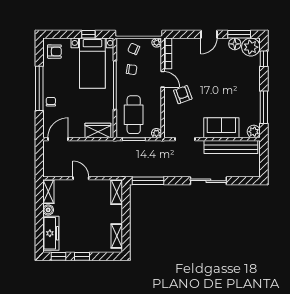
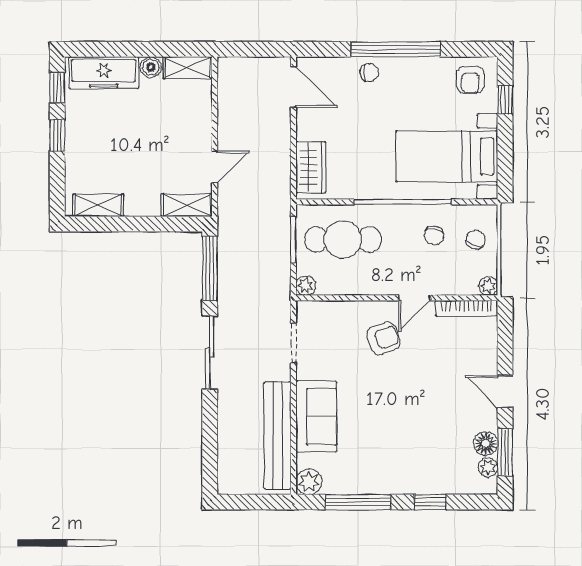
window: (88, 34) -> (505, 100), moved
plant: (251, 47) -> (488, 467), width x0.53, depth x0.53
window: (264, 59) -> (430, 502), moved
door: (81, 178) -> (215, 167), moved
sliding door: (208, 181) -> (210, 353), moved

